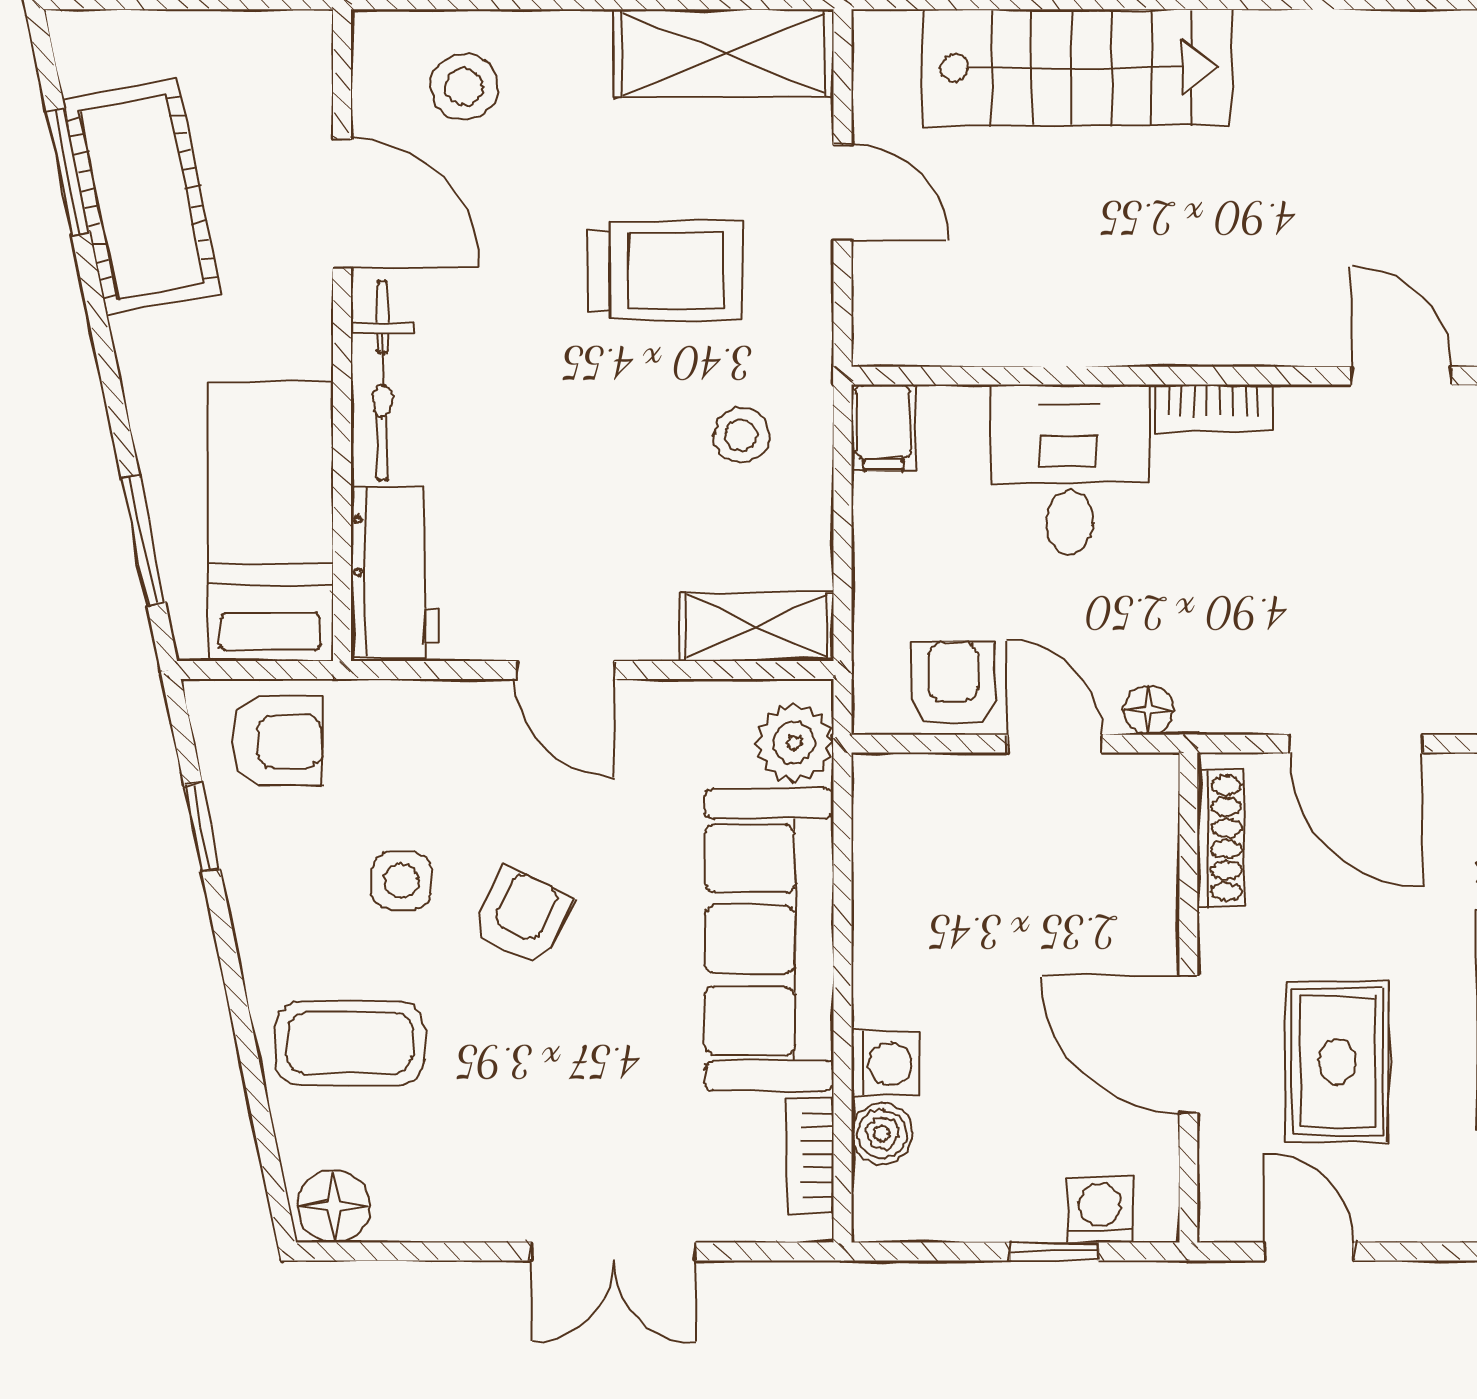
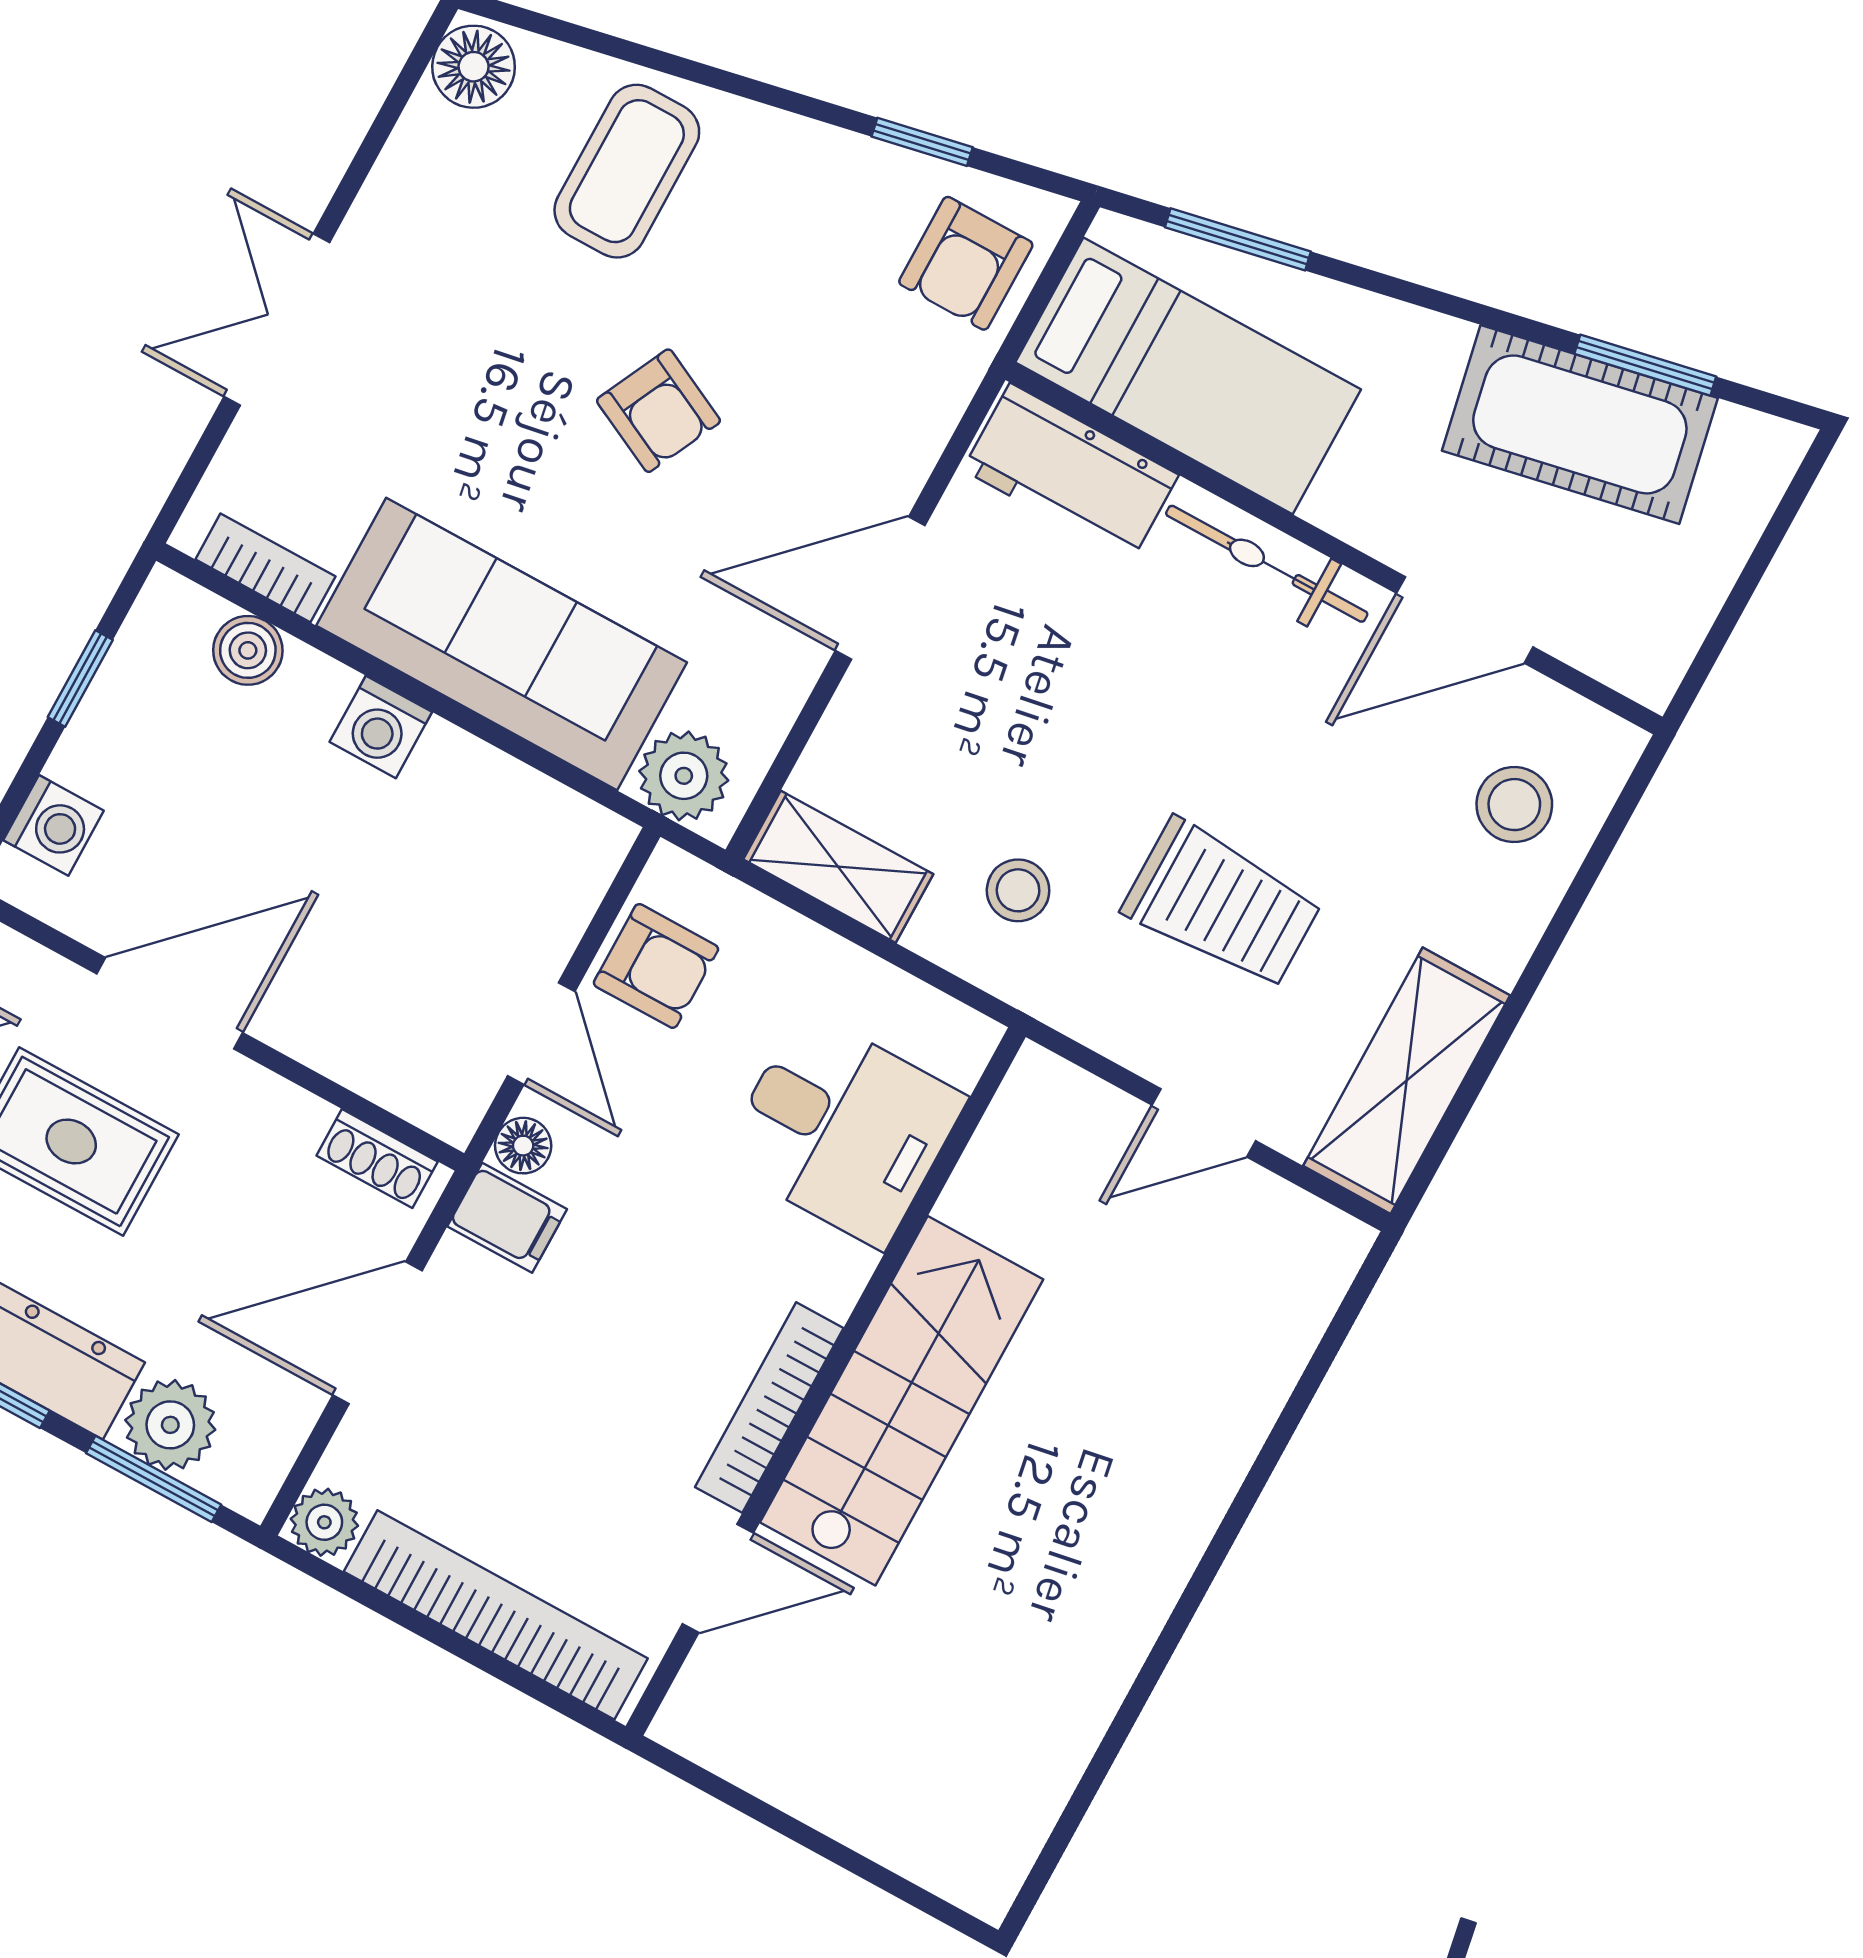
stairs: (1078, 67) -> (902, 1401), moved, turned 180
trolley: (665, 271) -> (1222, 905), turned -90
bookcase: (1214, 408) -> (769, 1408), width x1.56
filing cabinet: (883, 427) -> (507, 1218), moved, turned 180
desk: (1070, 469) -> (843, 1129), moved
shelving: (757, 627) -> (838, 867), moved, turned 90
door: (565, 670) -> (880, 588), width x1.38
door: (1054, 744) -> (541, 1034), hinge flipped
shoe rack: (1221, 839) -> (377, 1159), width x0.70
side table: (401, 881) -> (760, 311), removed
washing machine: (885, 1064) -> (381, 727), moved
window: (1054, 1251) -> (80, 678), moved

